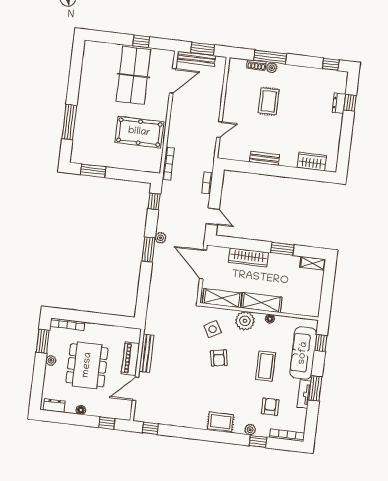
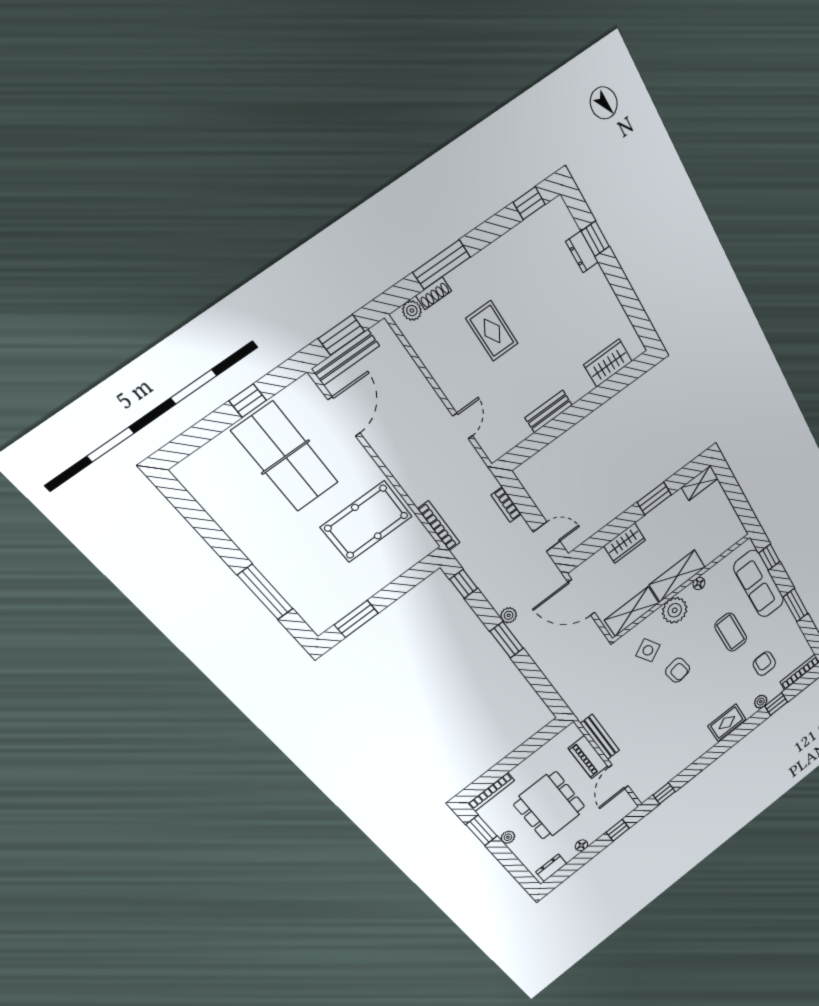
plant: (272, 68) -> (412, 311), moved
wardrobe: (248, 257) -> (625, 543), width x0.67
tv unit: (304, 394) -> (789, 621), removed

